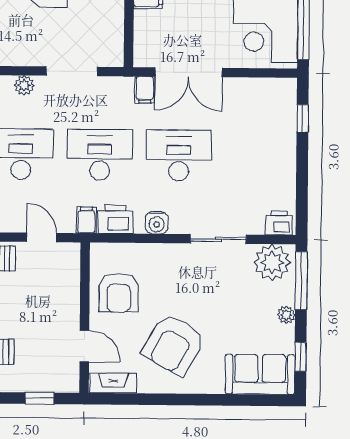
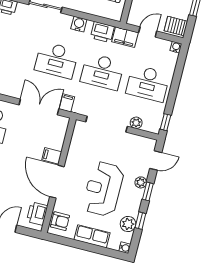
doorway: (72, 71) -> (107, 124), width x1.36
filing cabinet: (86, 220) -> (125, 37), width x2.00
door: (42, 237) -> (148, 32), swing flipped

